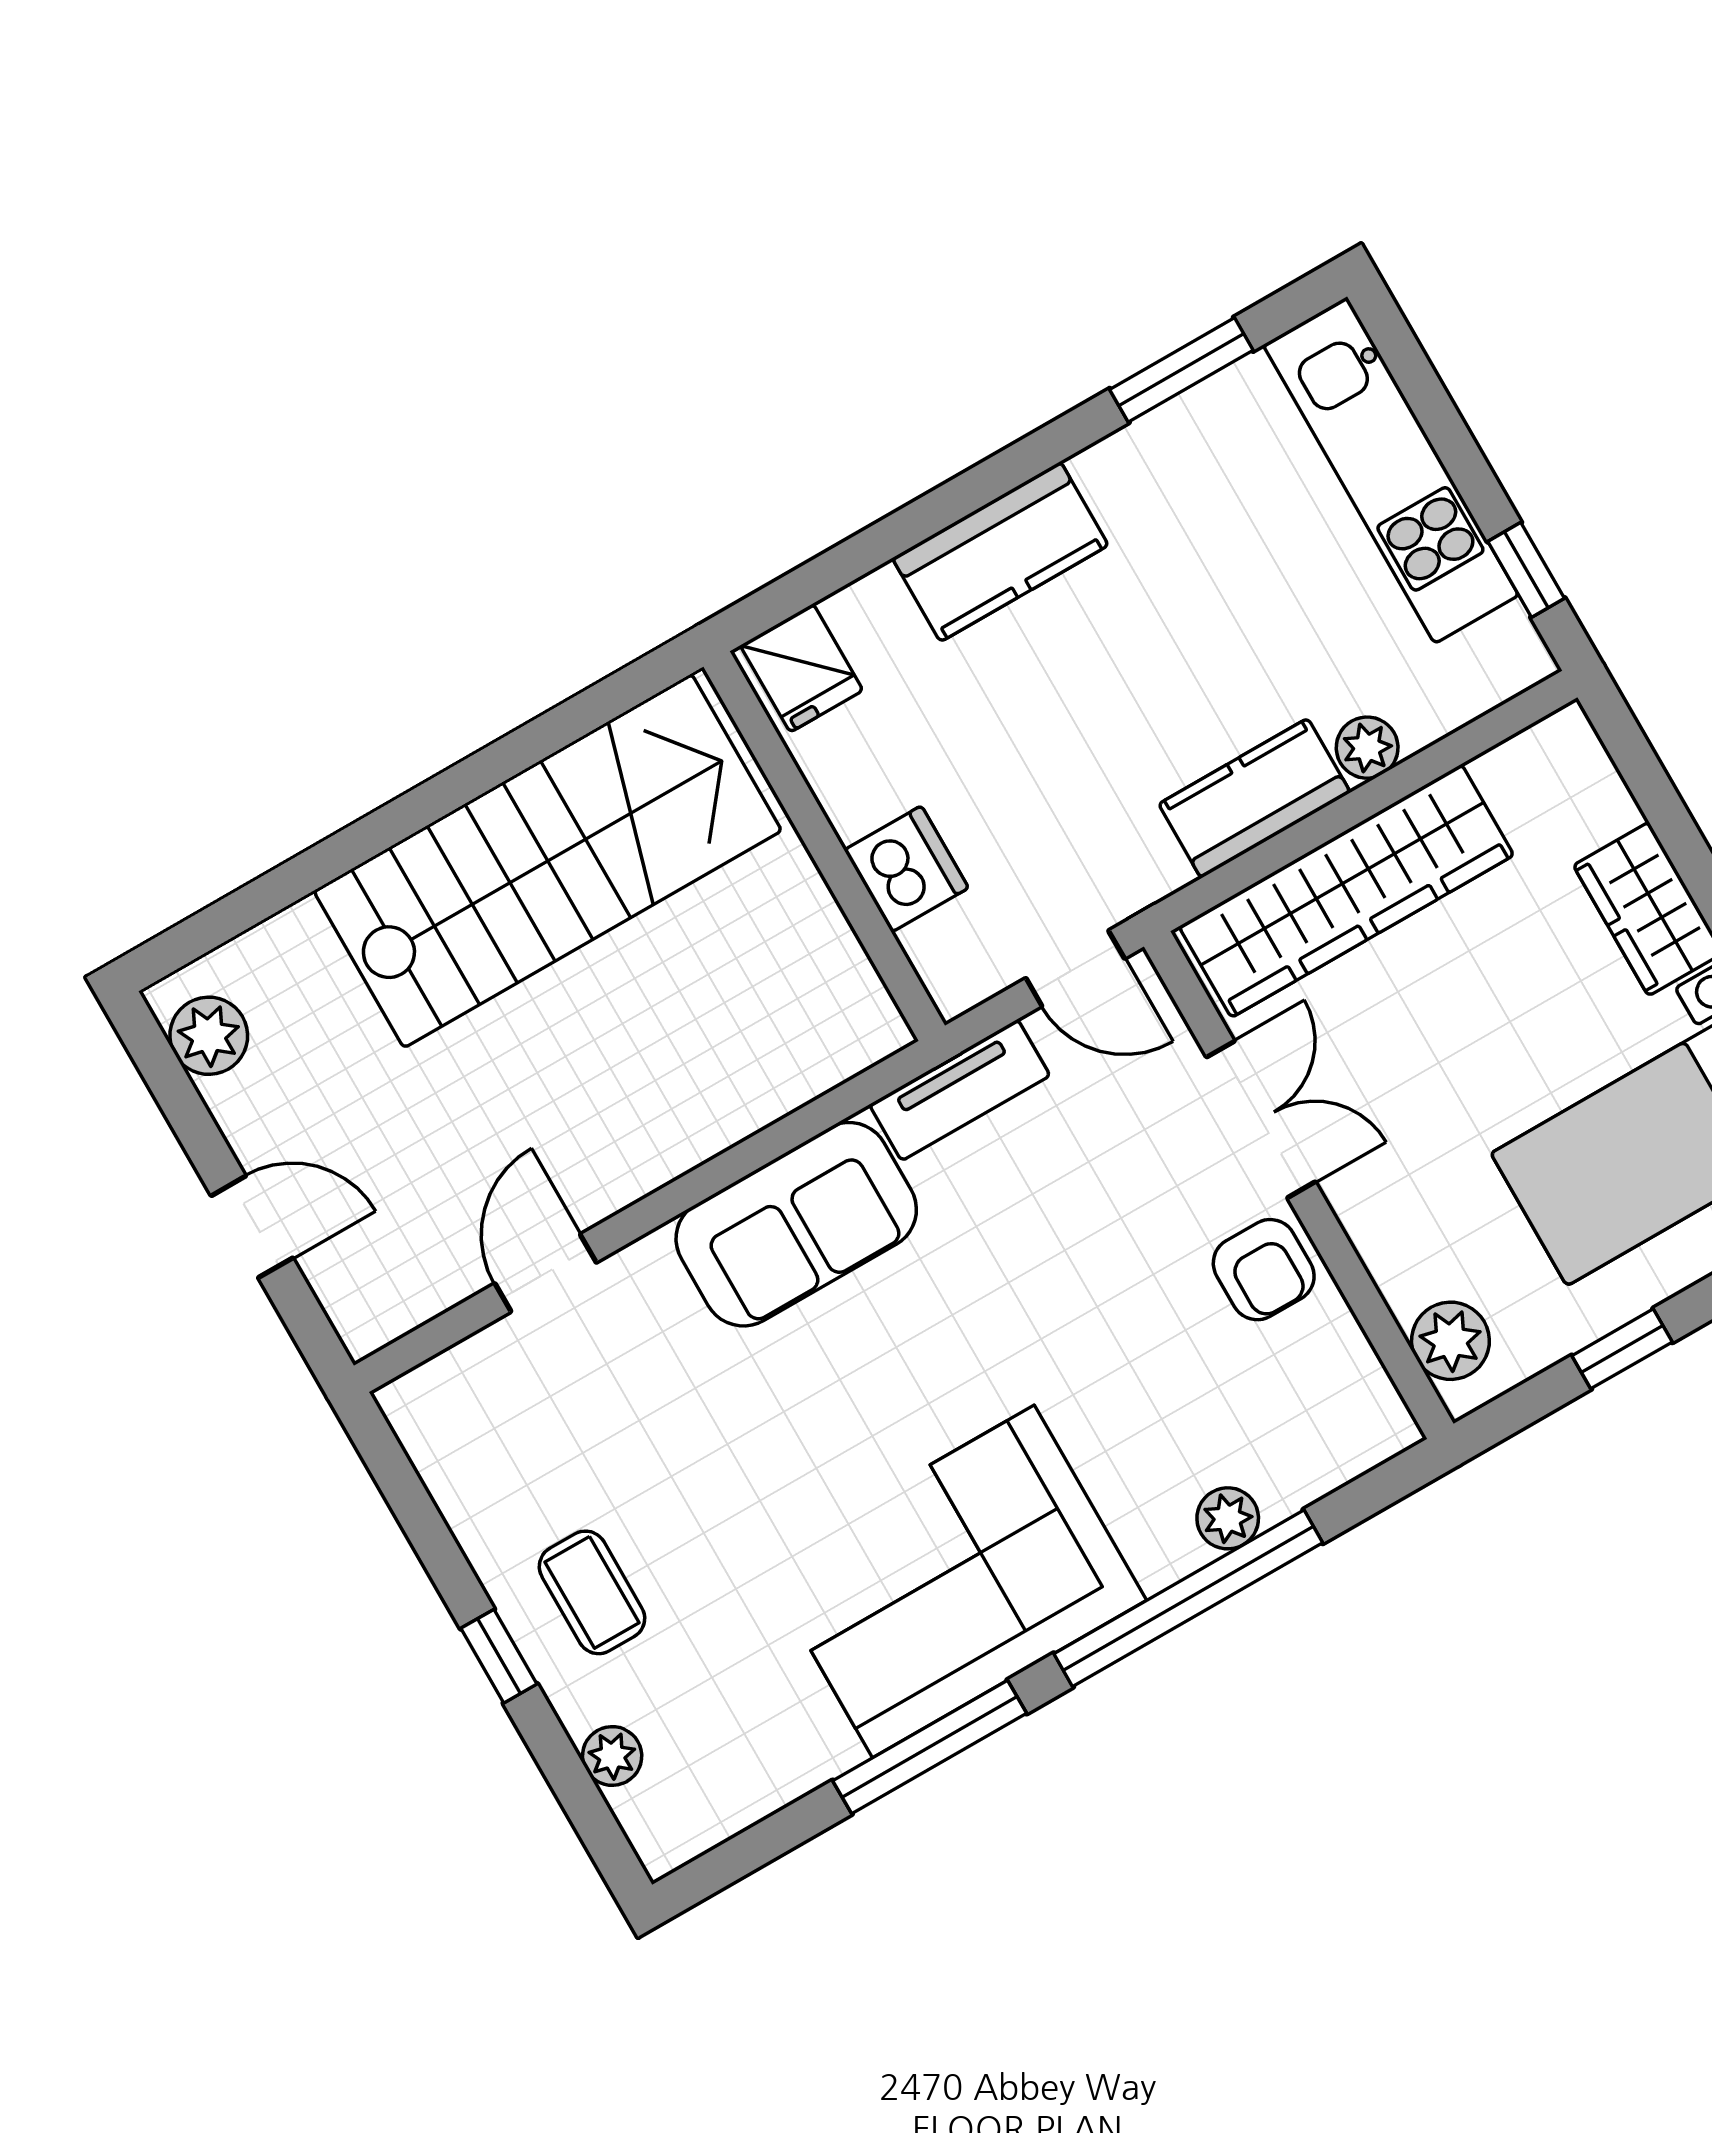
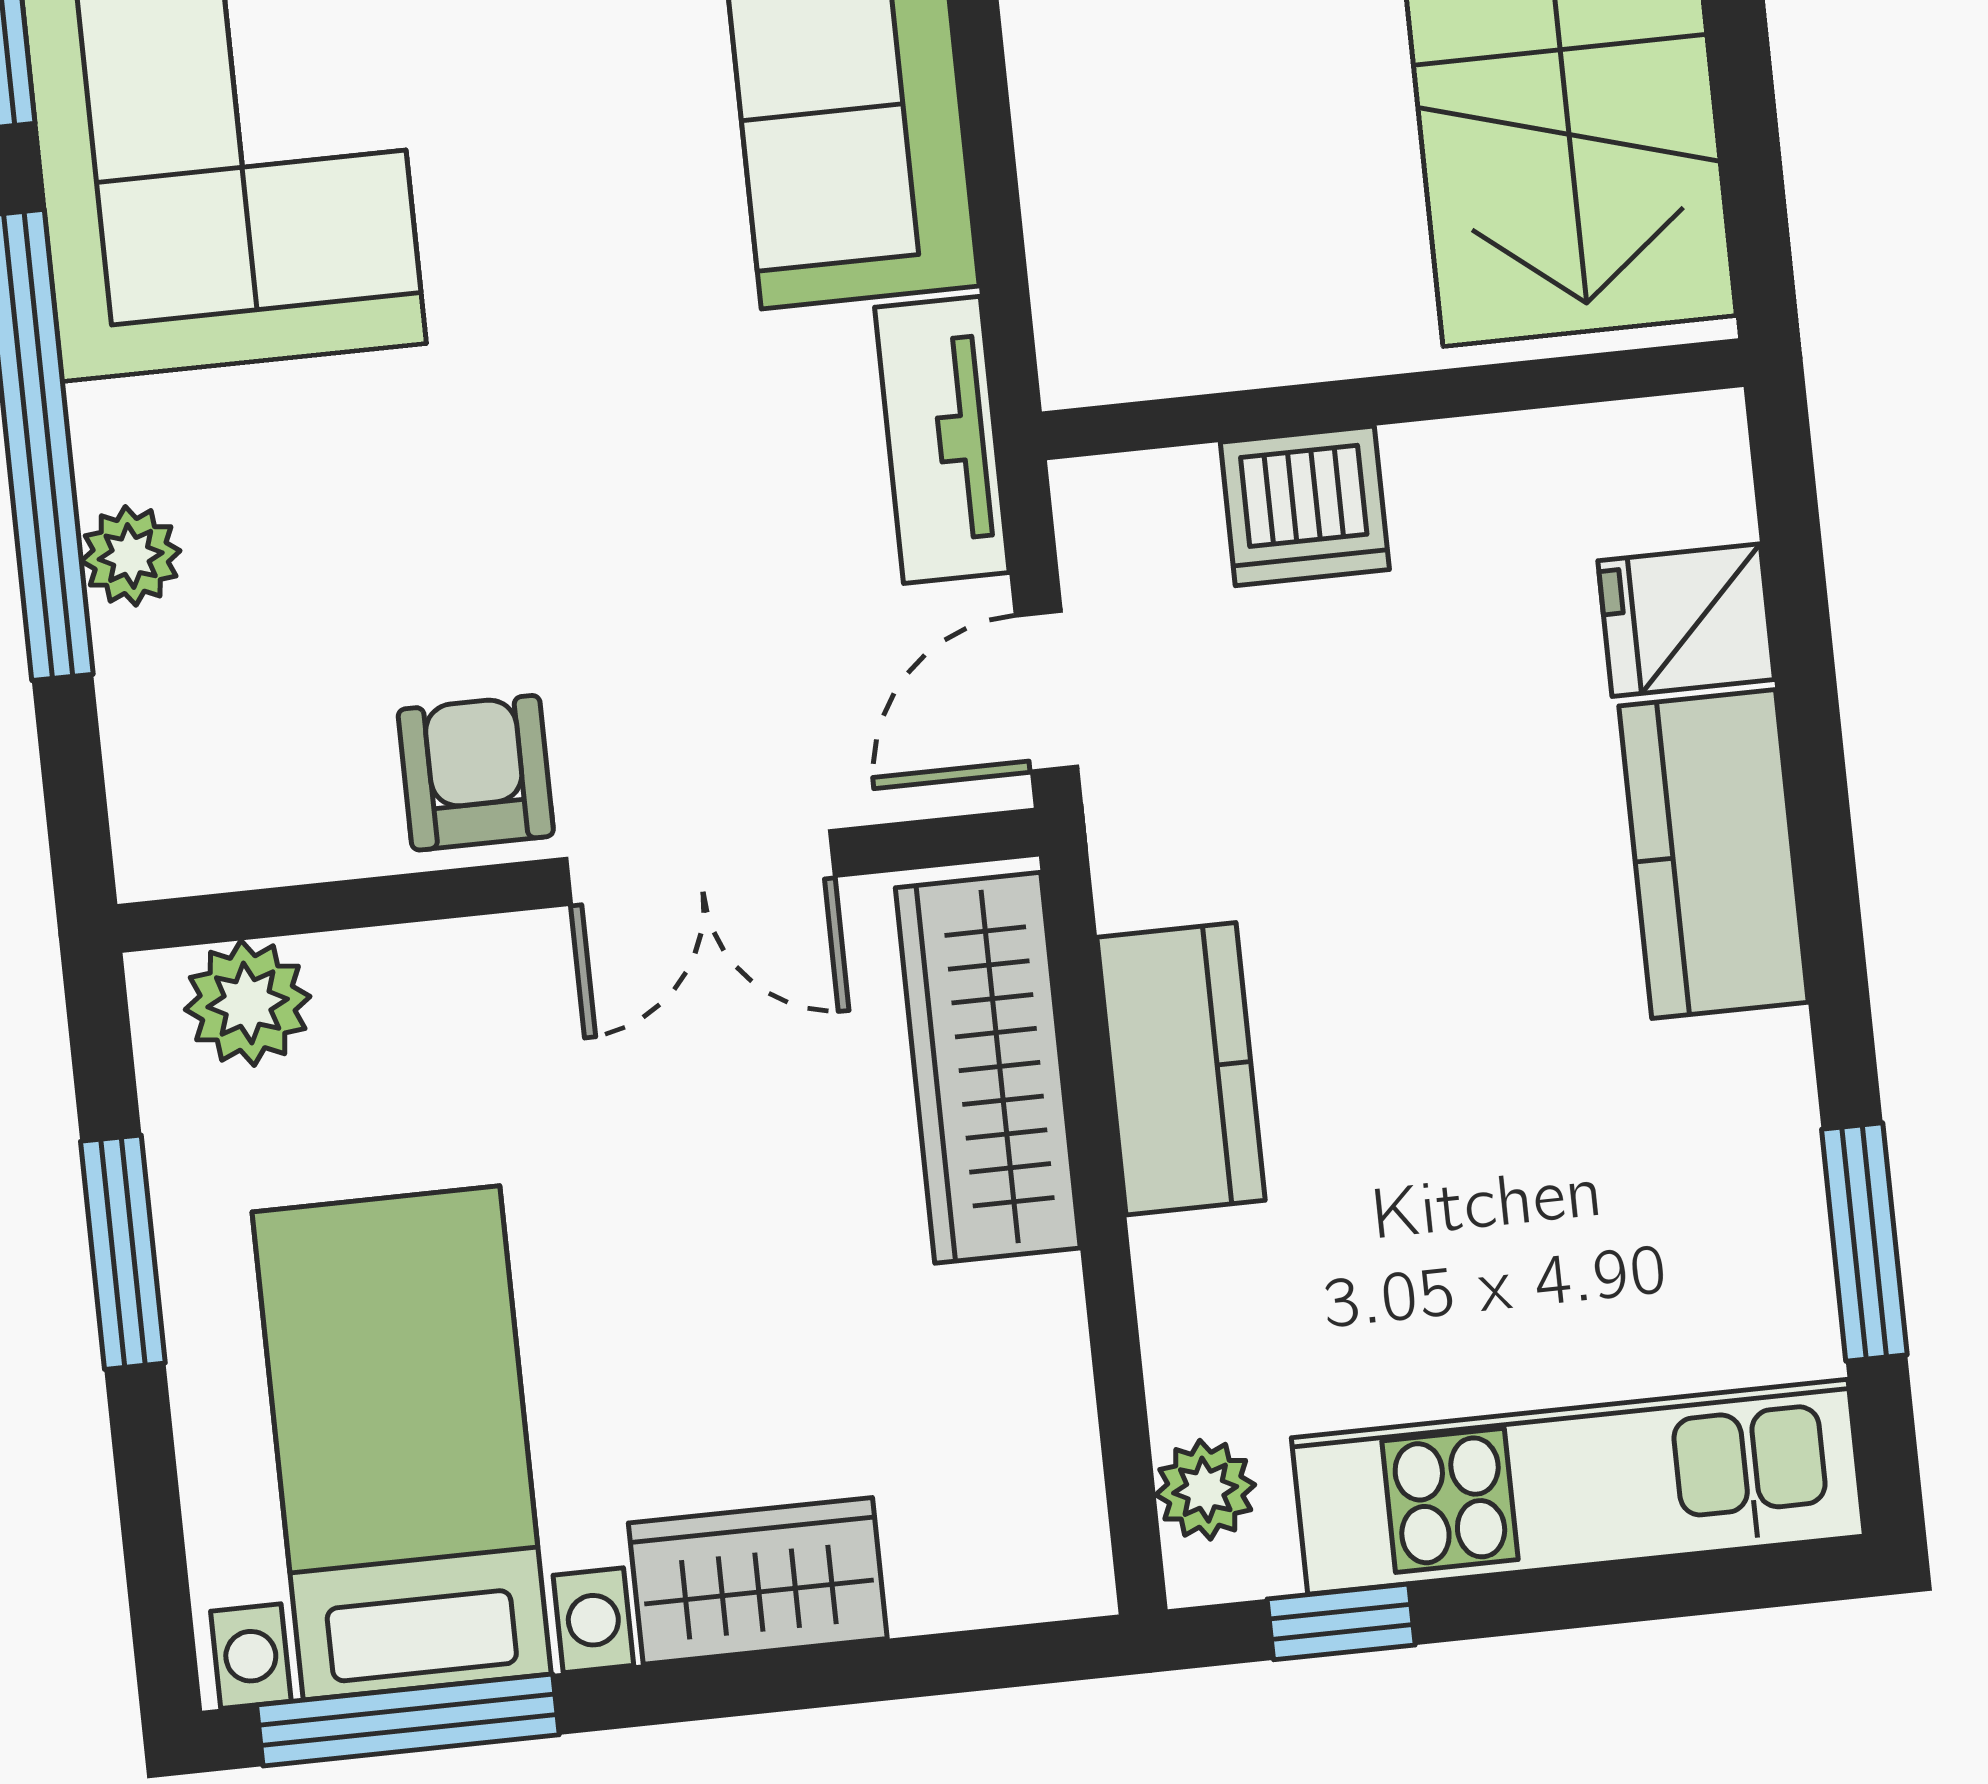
fridge: (802, 668) -> (1686, 620), moved
plant: (1367, 748) -> (1205, 1490), moved
wardrobe: (1346, 891) -> (988, 1068), width x0.71, depth x0.85
armchair: (1264, 1270) -> (476, 773), turned 90
window: (1622, 1349) -> (123, 1252), width x1.50

